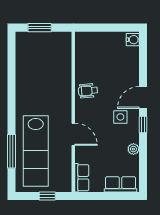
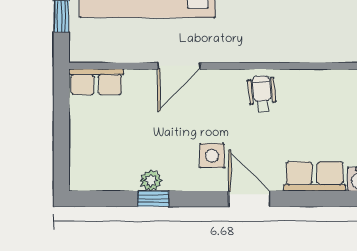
window: (143, 124) -> (153, 199), moved
row of seats: (120, 184) -> (315, 176), moved, turned -90

